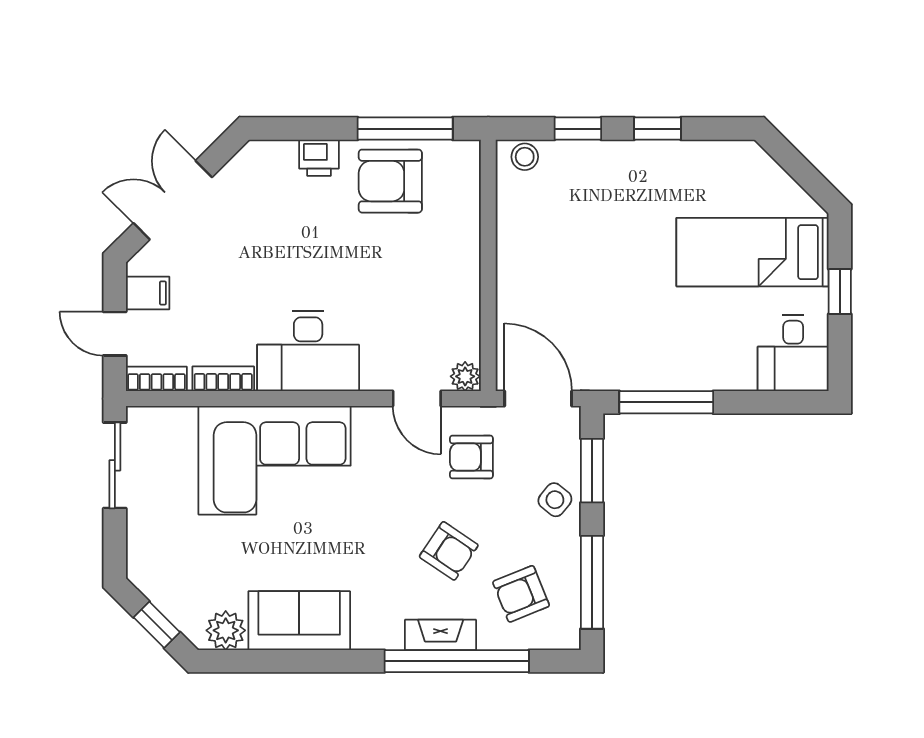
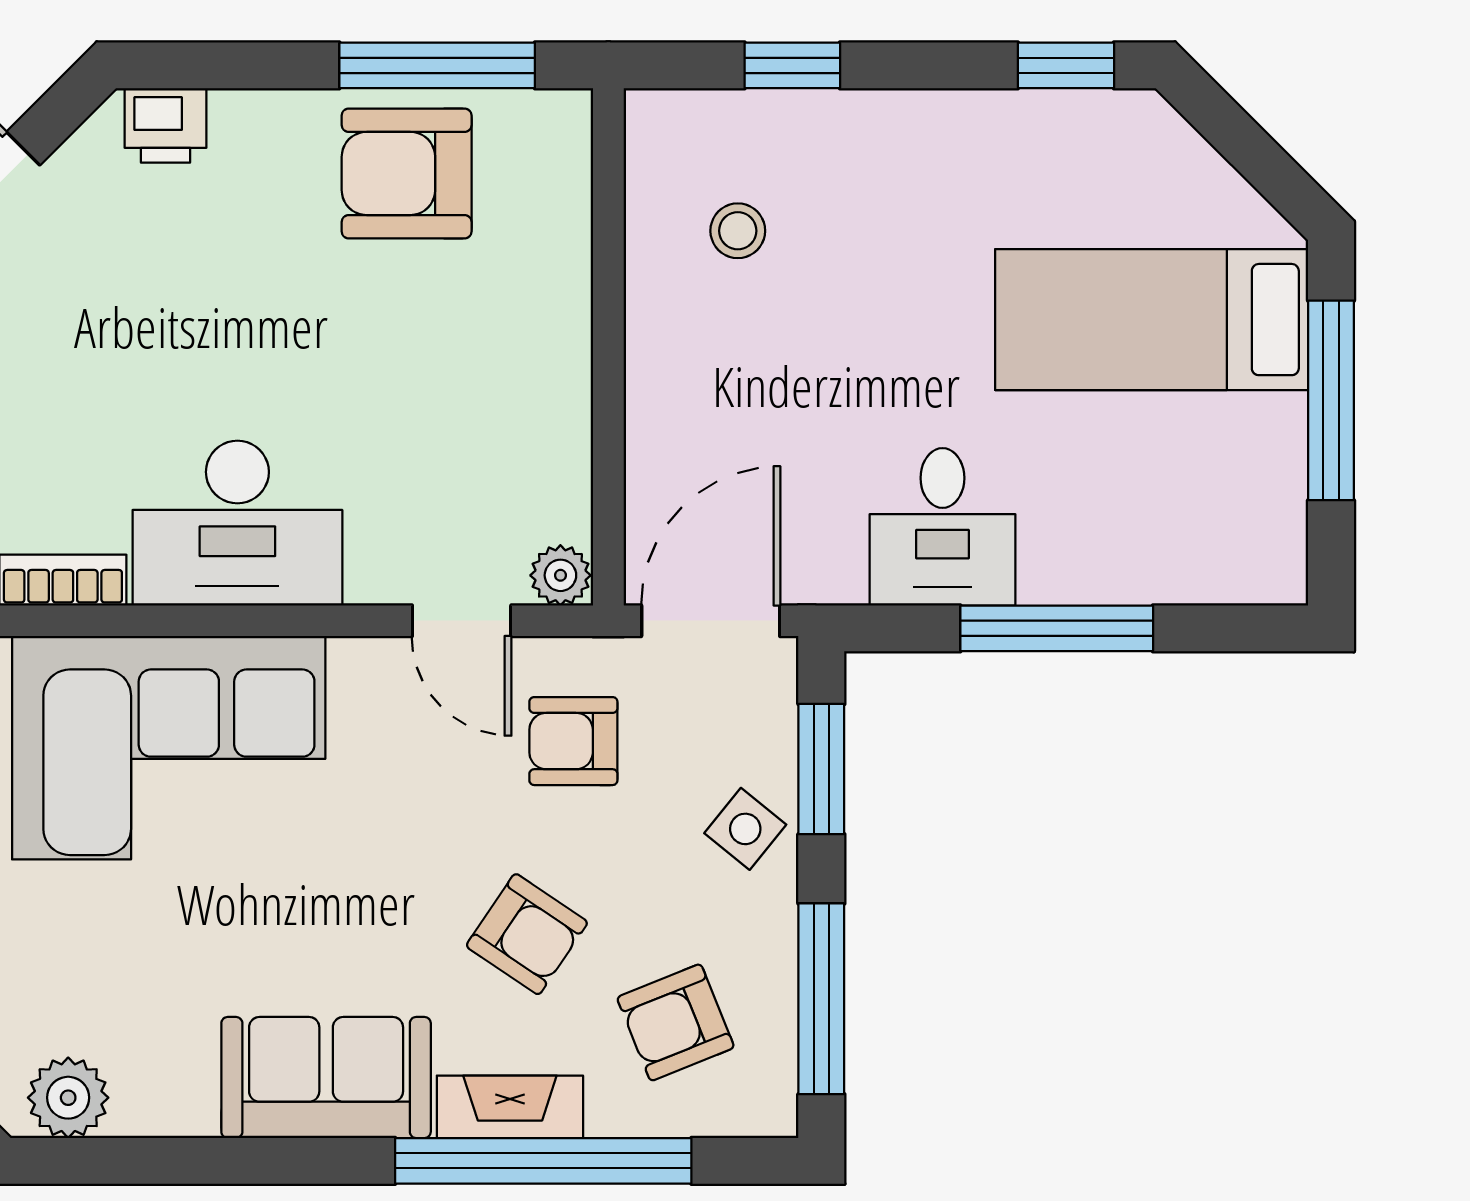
window: (658, 129) -> (1066, 65), moved
stool: (525, 157) -> (738, 231), moved
printer: (319, 158) -> (165, 125), moved
window: (840, 291) -> (1331, 400), width x2.17
desk: (793, 353) -> (942, 527), moved
door: (538, 399) -> (711, 621), hinge flipped
window: (666, 402) -> (1057, 628), moved
sofa: (299, 621) -> (326, 1077), moved

